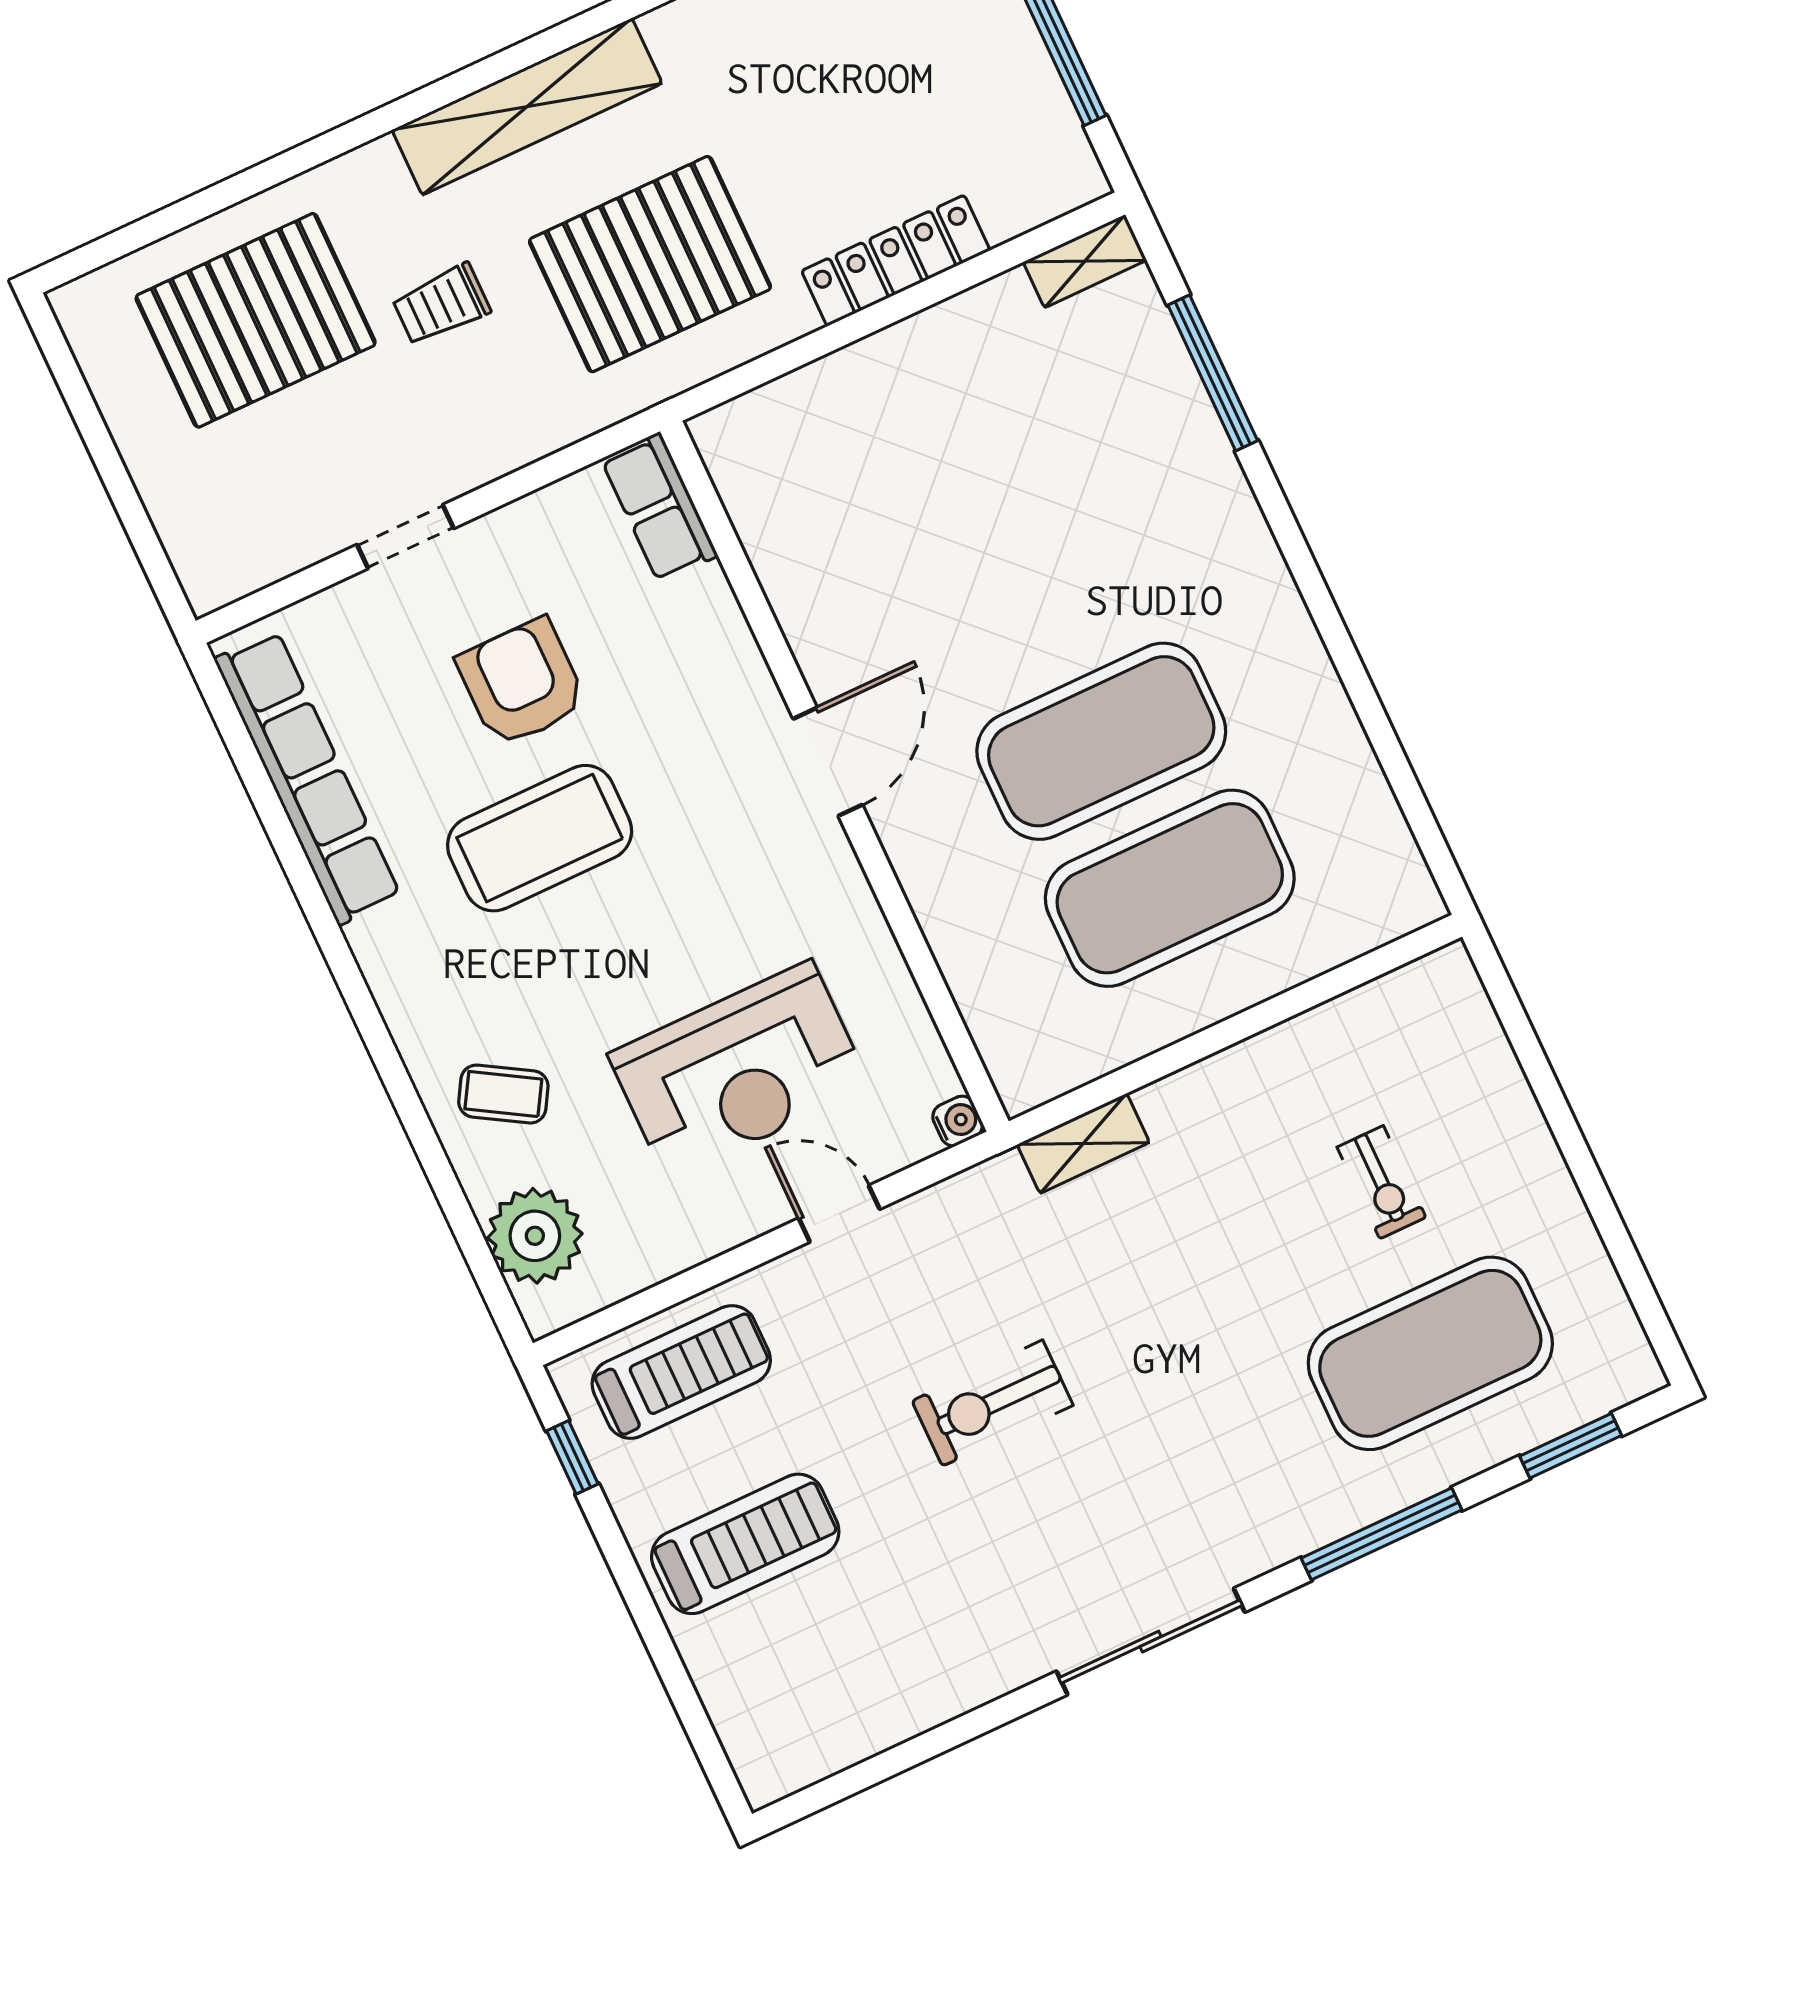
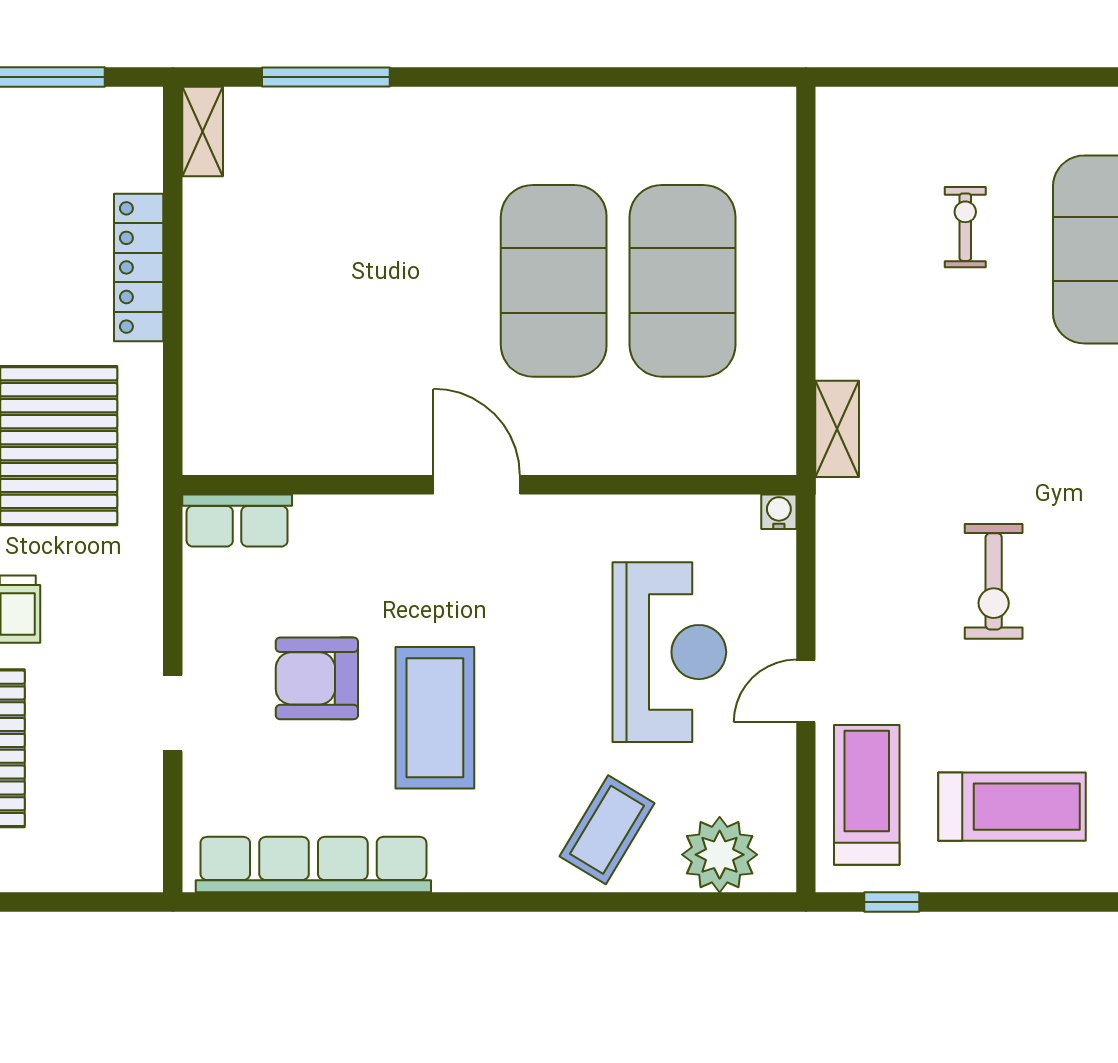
coffee table: (503, 1094) -> (607, 830), width x1.36, depth x1.30
exercise bike: (1381, 1182) -> (965, 227), turned -90
door: (839, 1214) -> (806, 691), moved
treadmill: (745, 1544) -> (1012, 807), turned 90

